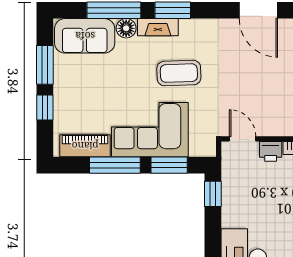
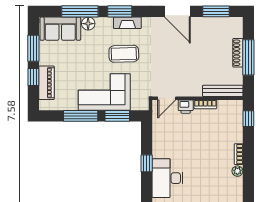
fireplace: (158, 27) -> (127, 23), moved
door: (243, 139) -> (167, 98), swing flipped
piano: (85, 146) -> (47, 83), moved, turned 90
window: (213, 194) -> (147, 163), moved

